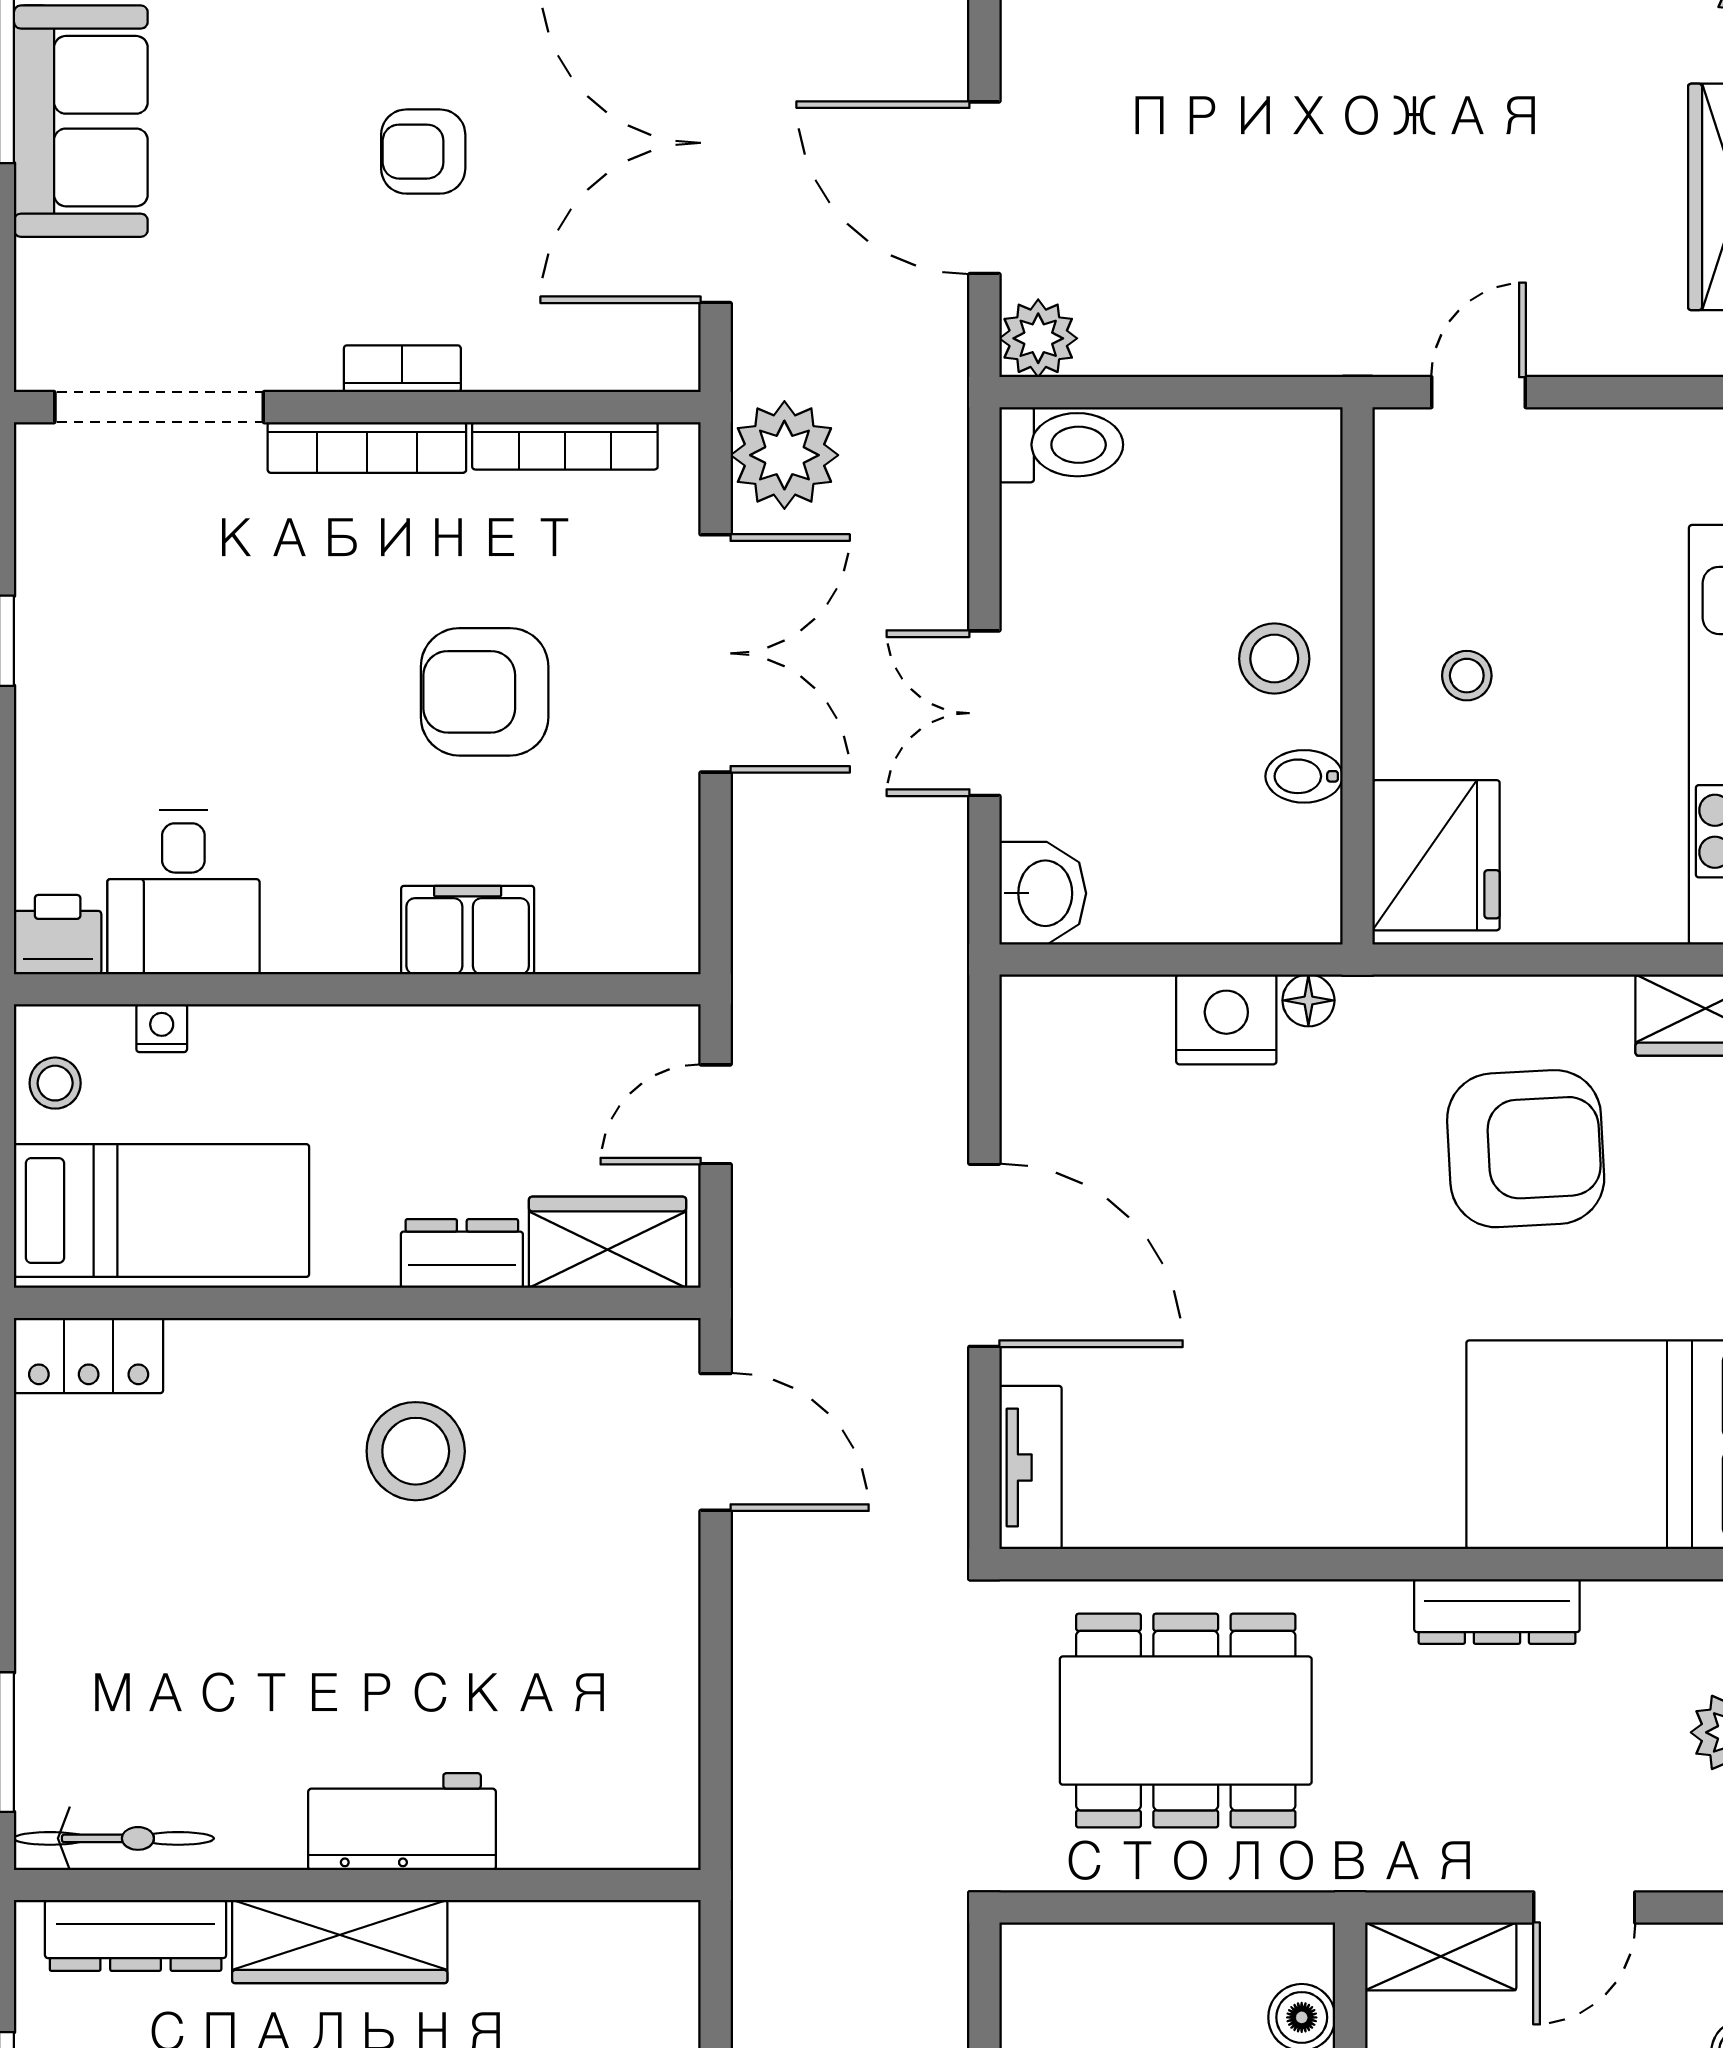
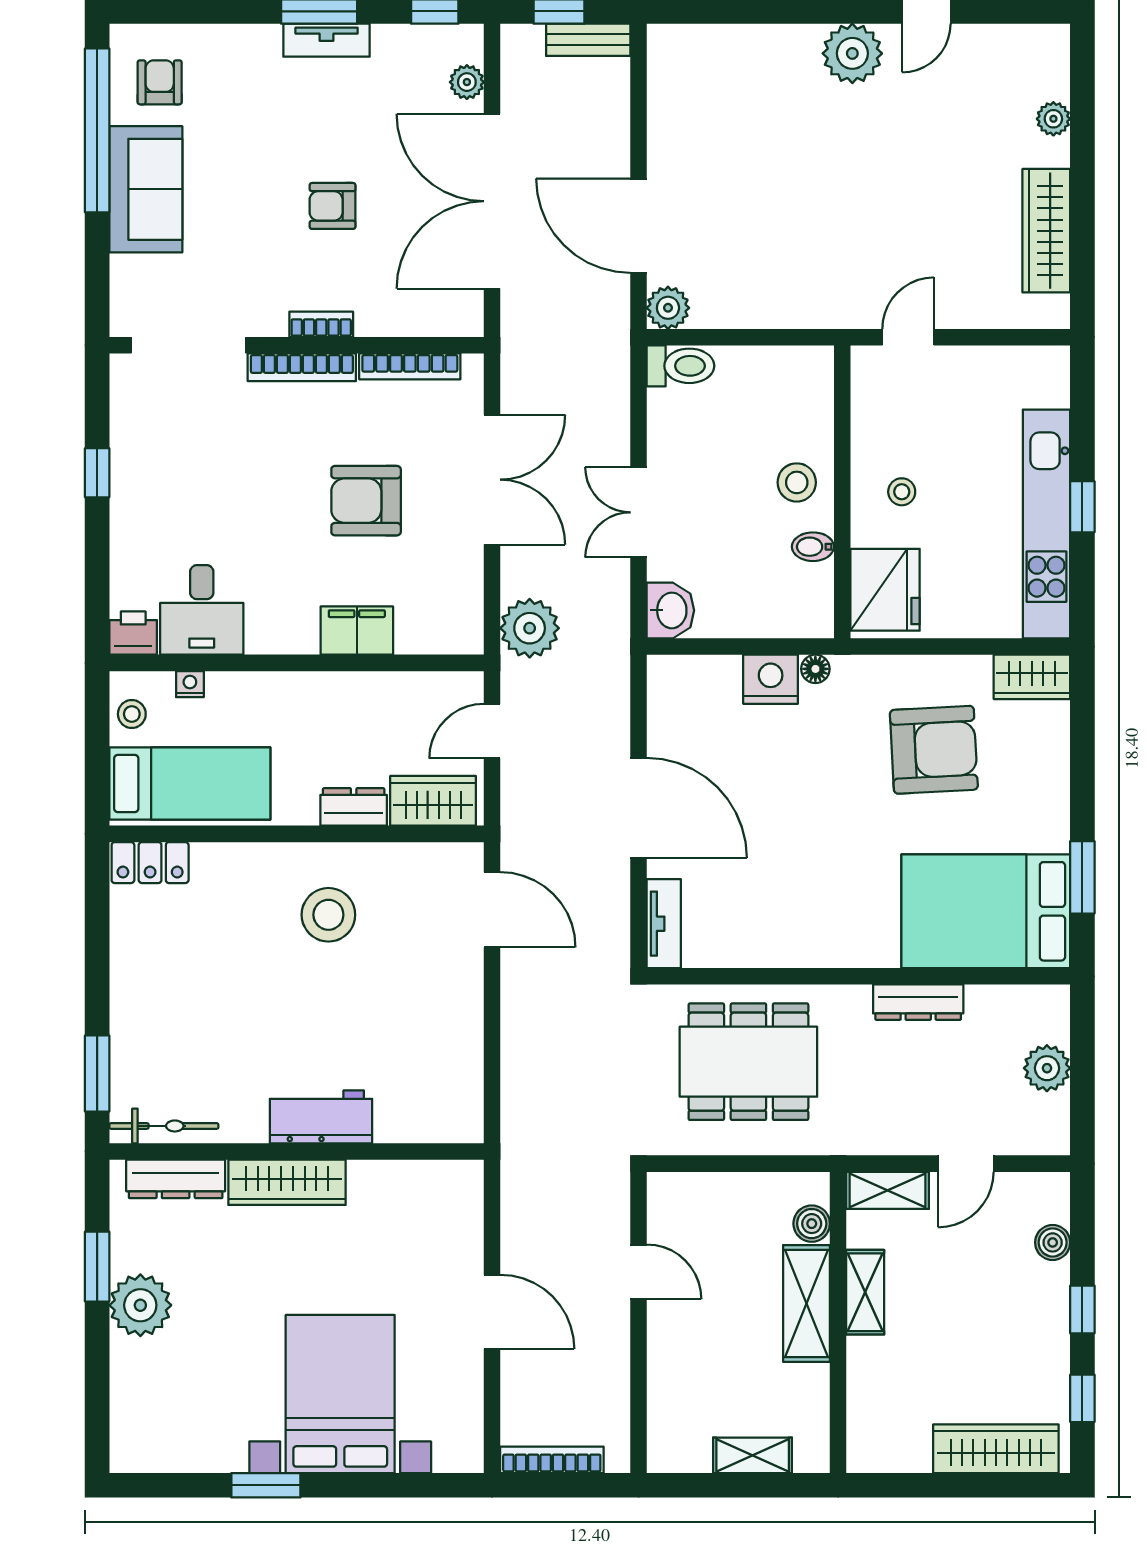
plant: (784, 455) -> (530, 628), moved

